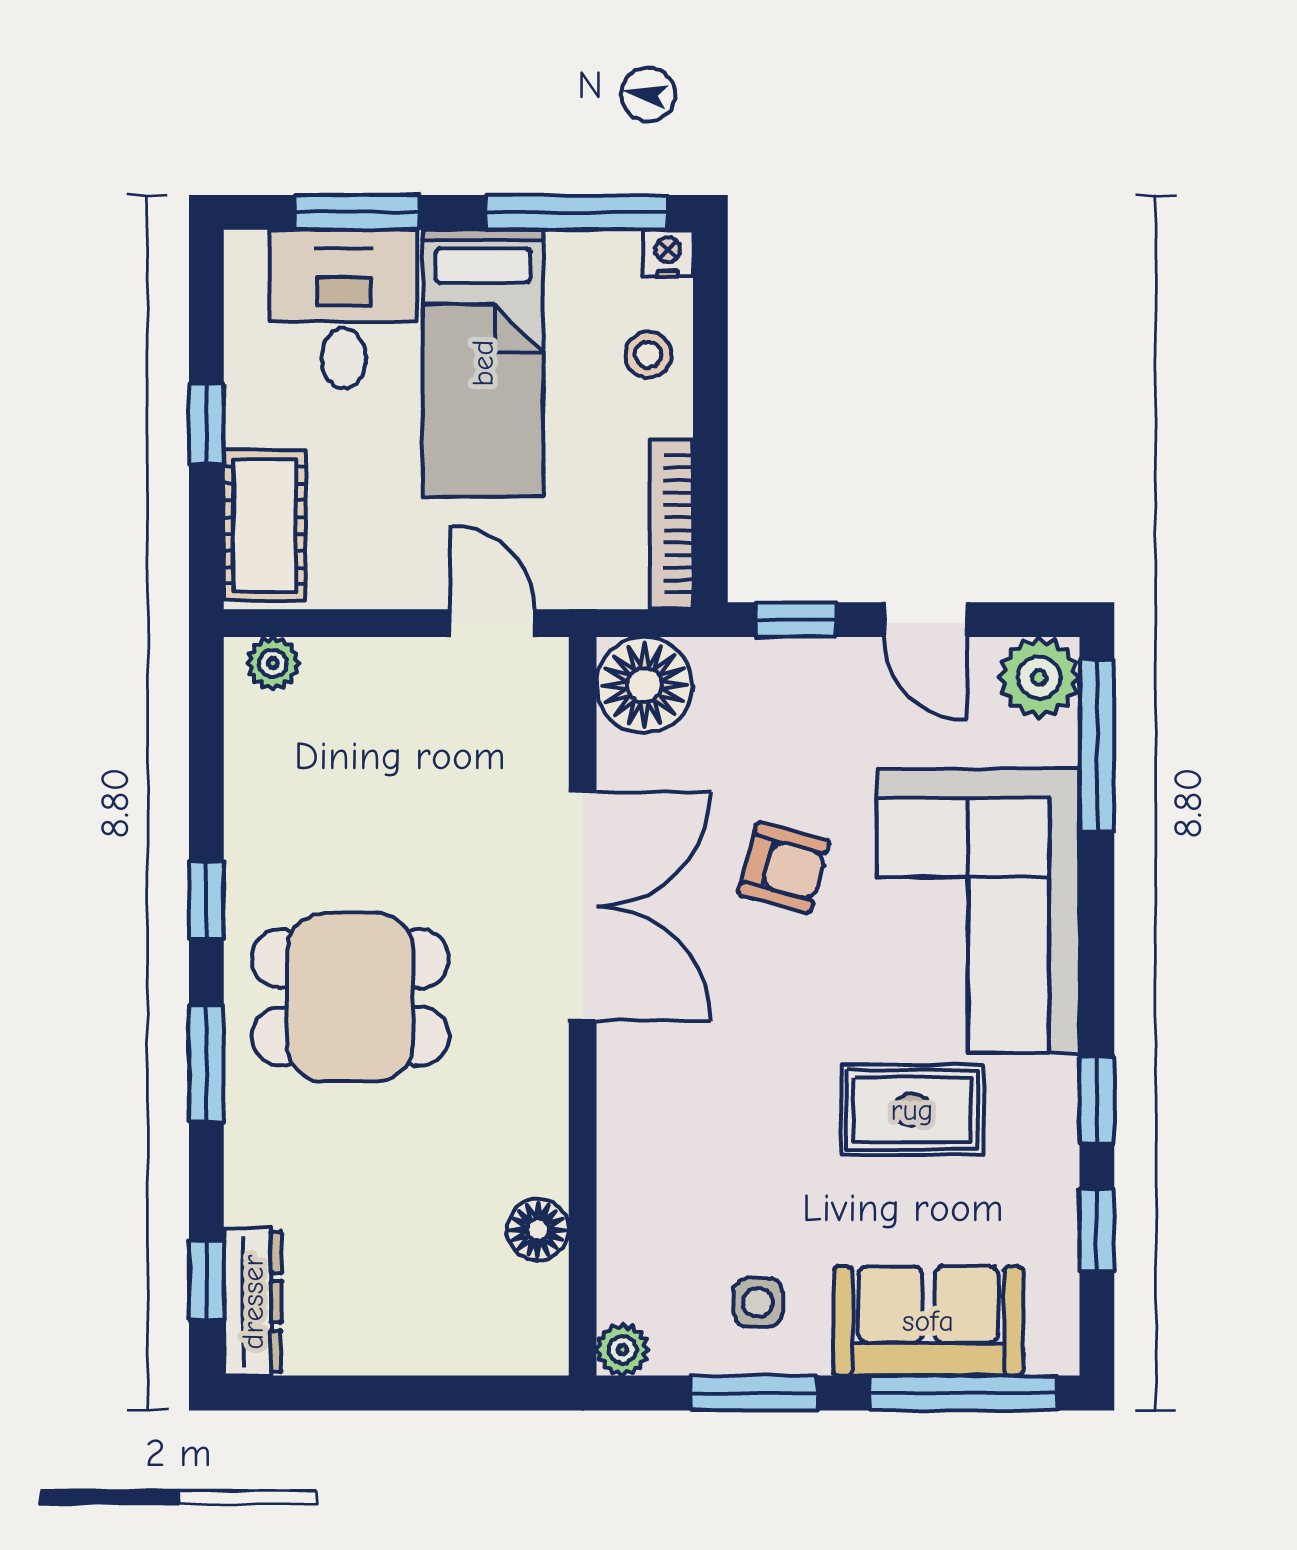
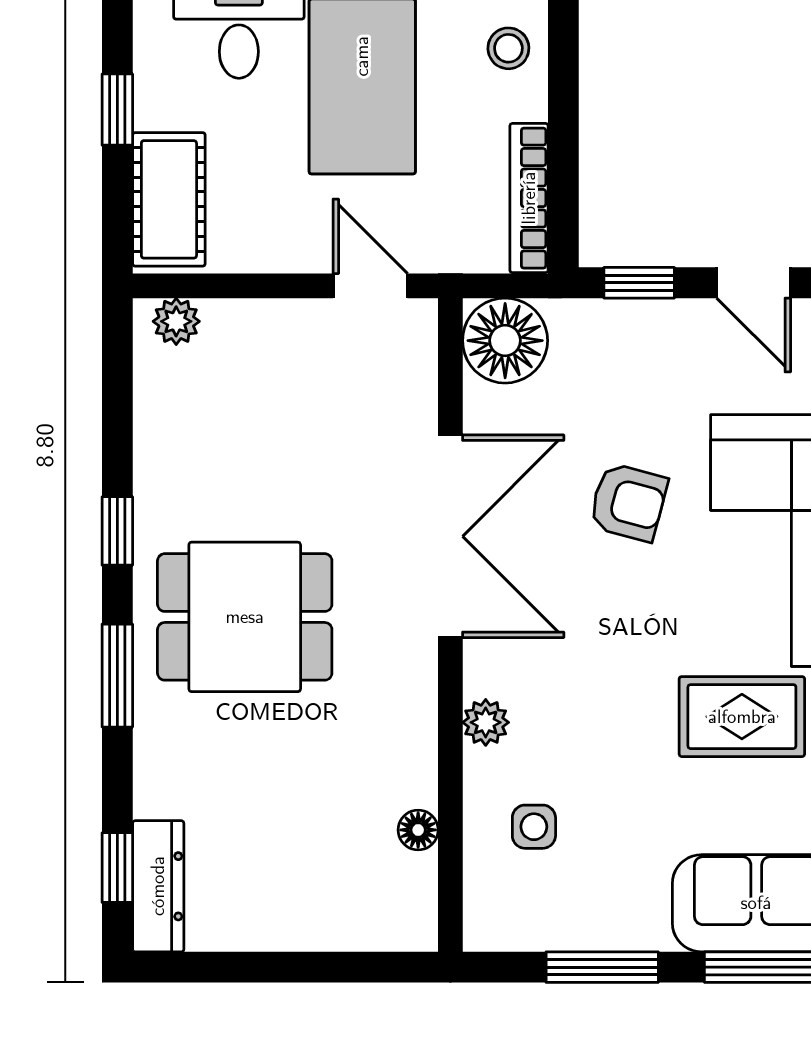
floor lamp: (538, 1230) -> (418, 830), width x0.73, depth x0.73
side table: (758, 1303) -> (534, 827), moved
plant: (622, 1350) -> (486, 722), moved

